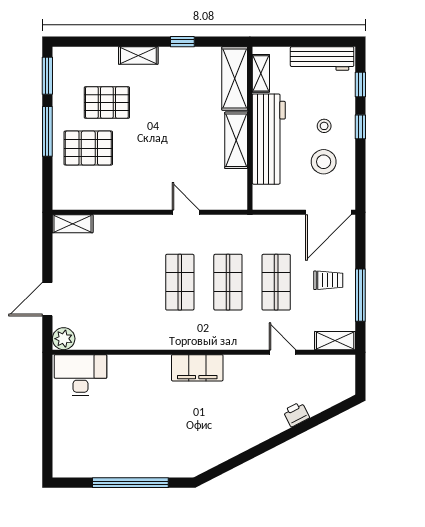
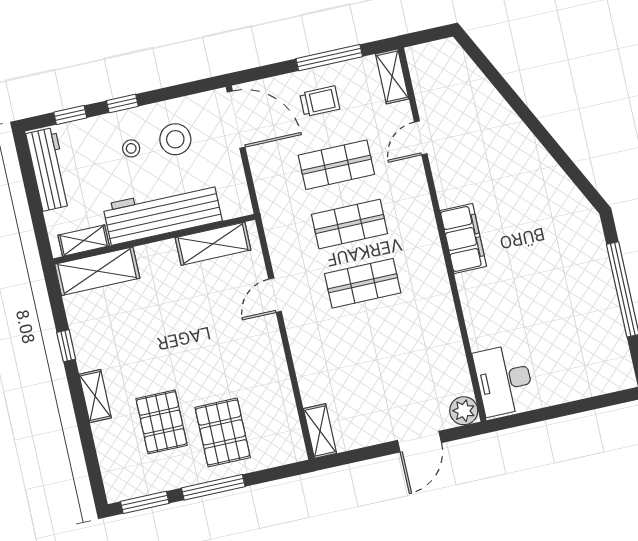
shelving: (236, 140) -> (213, 244), moved
trolley: (328, 280) -> (320, 101), turned 90
door: (47, 299) -> (420, 442), hinge flipped
printer: (296, 414) -> (493, 104), removed

